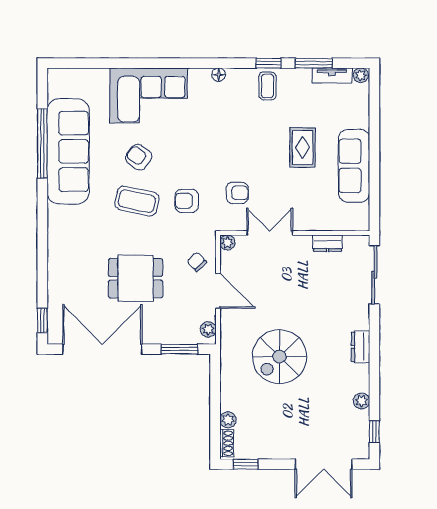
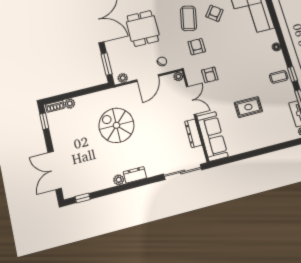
sofa: (354, 166) -> (212, 136), moved, turned 90
dresser: (327, 243) -> (193, 133), width x1.44
plant: (362, 401) -> (119, 180), moved

